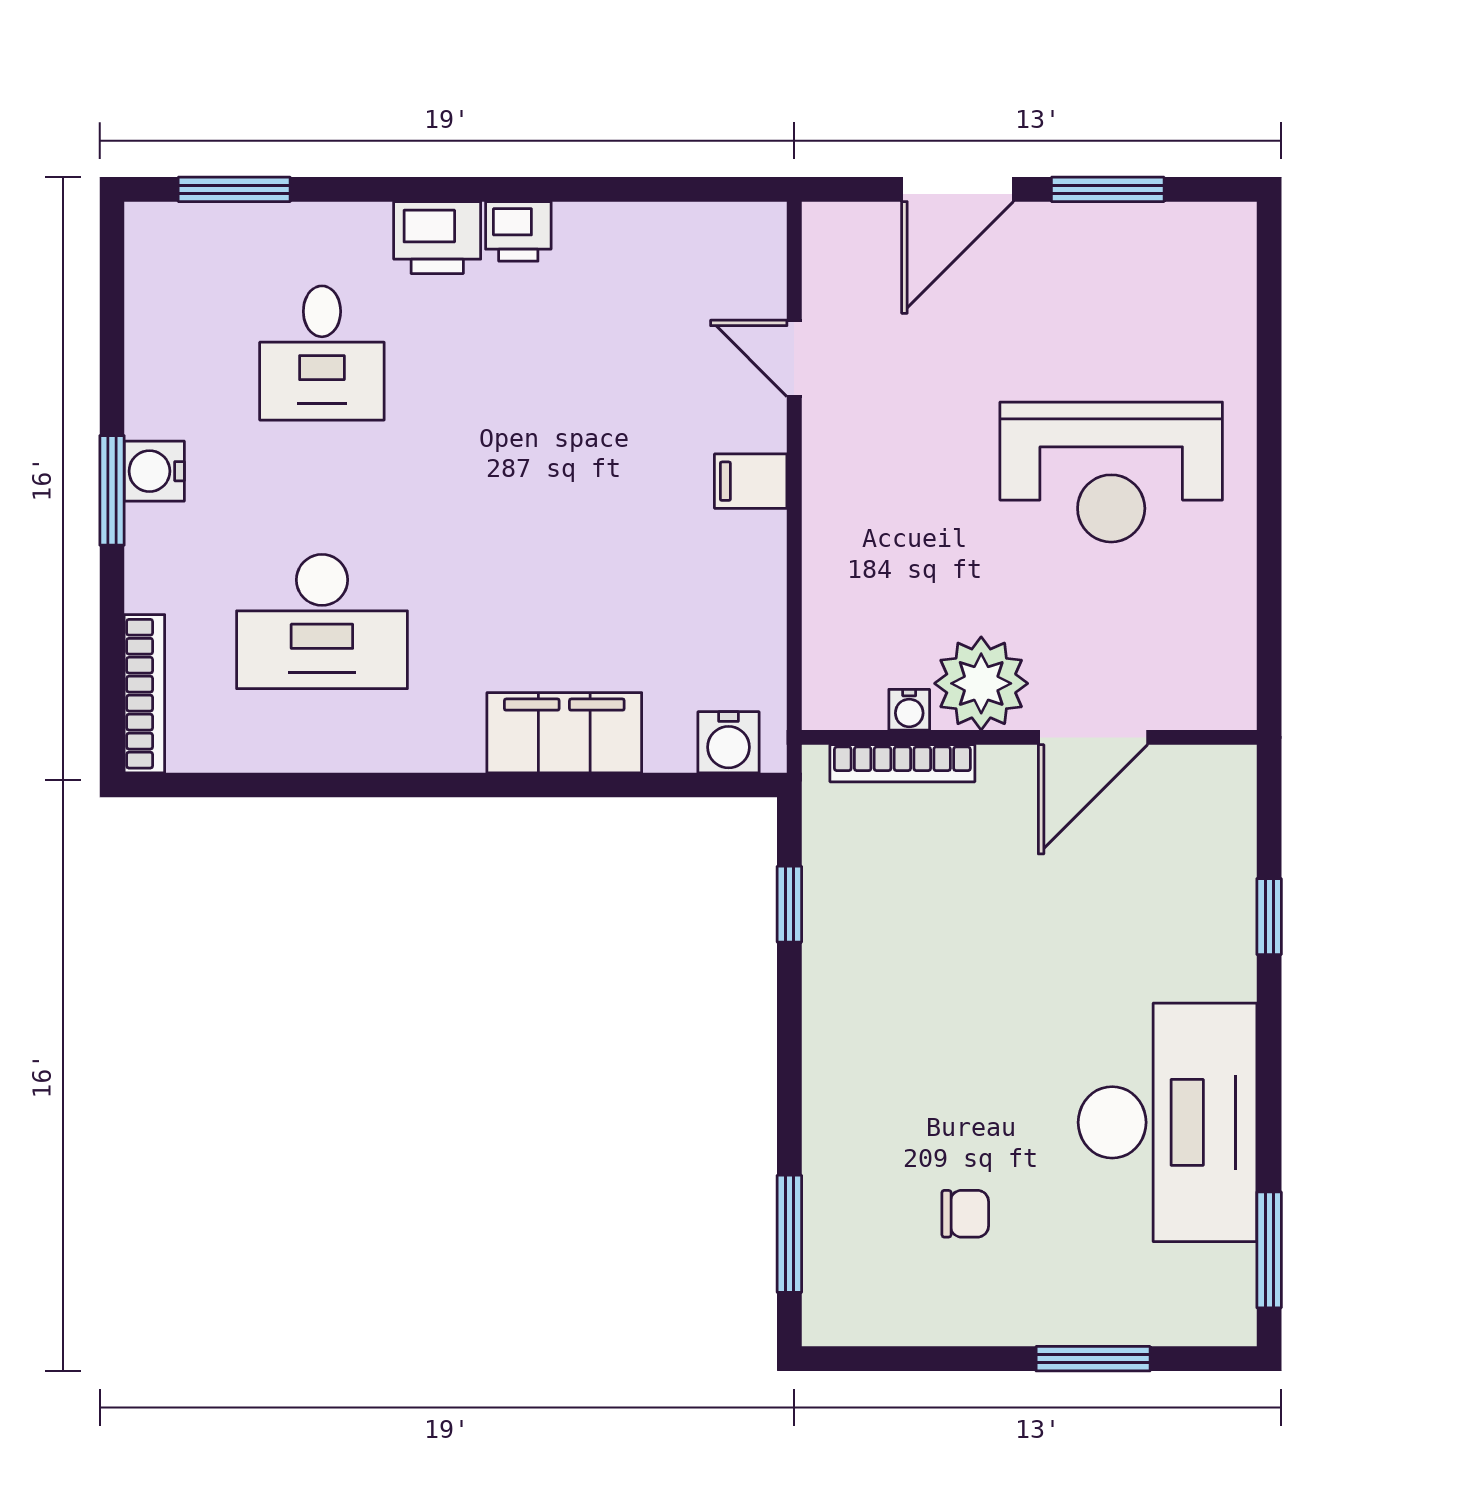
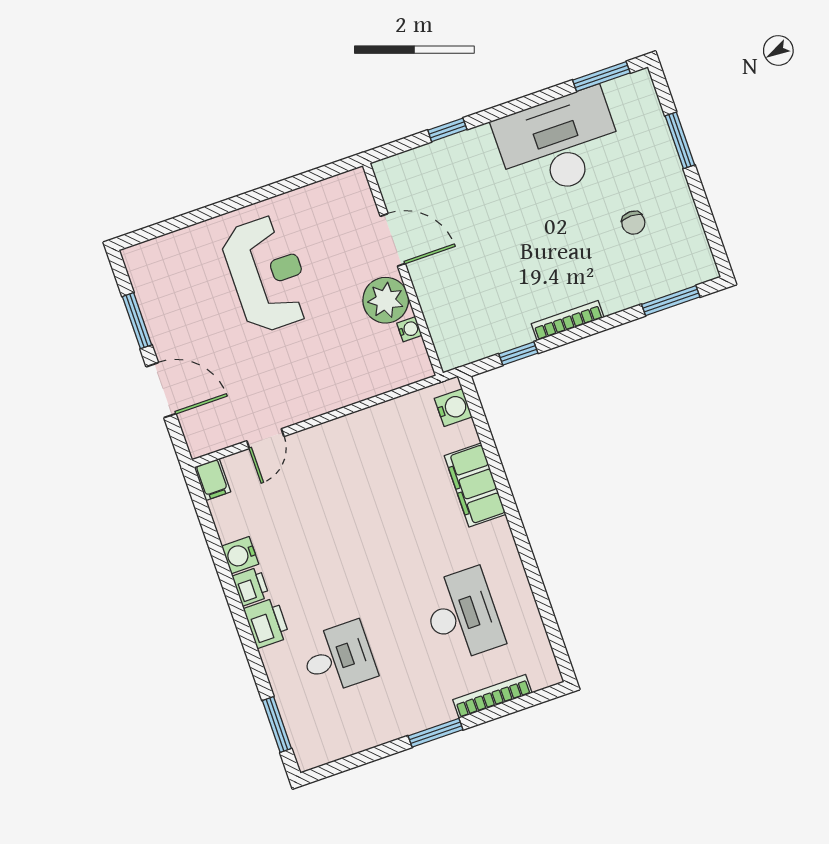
water cooler: (154, 471) -> (240, 555), moved, turned 90
filing cabinet: (751, 481) -> (212, 479), moved
bookcase: (144, 694) -> (492, 696), moved
bookcase: (902, 763) -> (568, 321), moved, turned -90
chair: (965, 1214) -> (633, 223), turned 180

